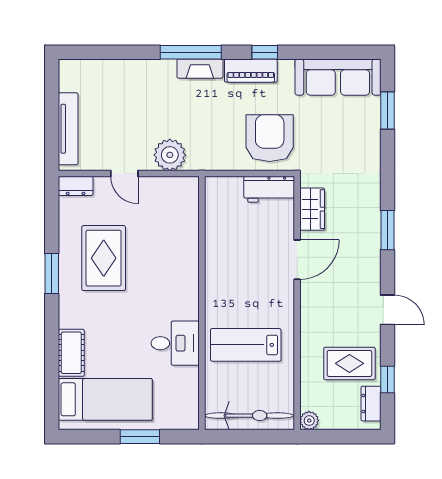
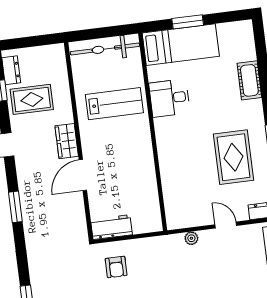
armchair: (270, 138) -> (116, 267), width x0.53, depth x0.53
plant: (170, 155) -> (191, 238), width x0.53, depth x0.53
wardrobe: (312, 209) -> (67, 141), moved
bed: (105, 399) -> (181, 45), moved, turned 180
plant: (309, 421) -> (58, 51), removed

